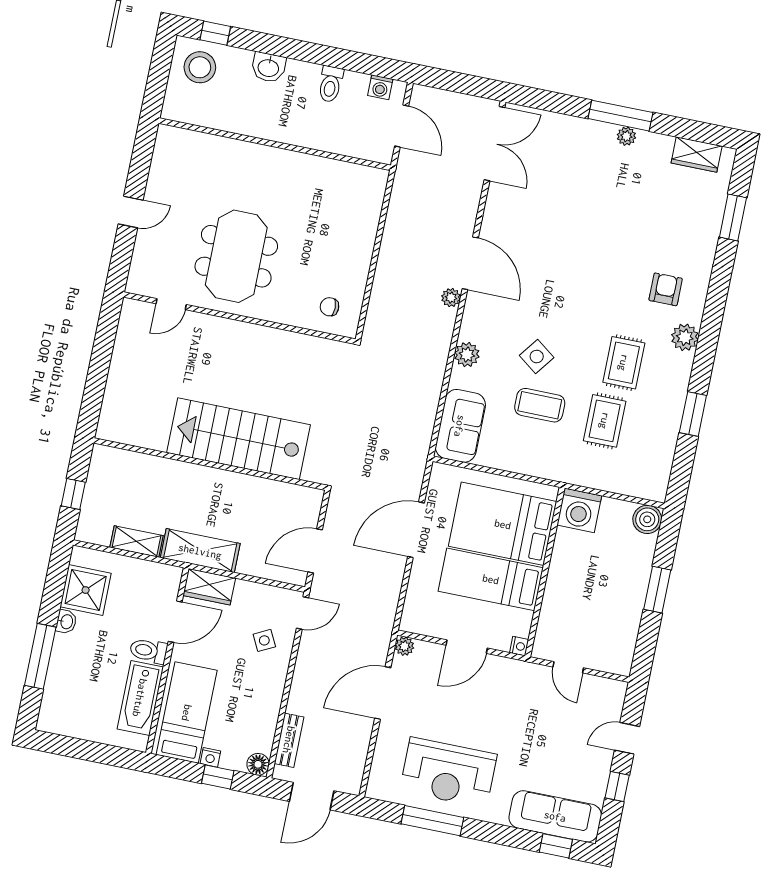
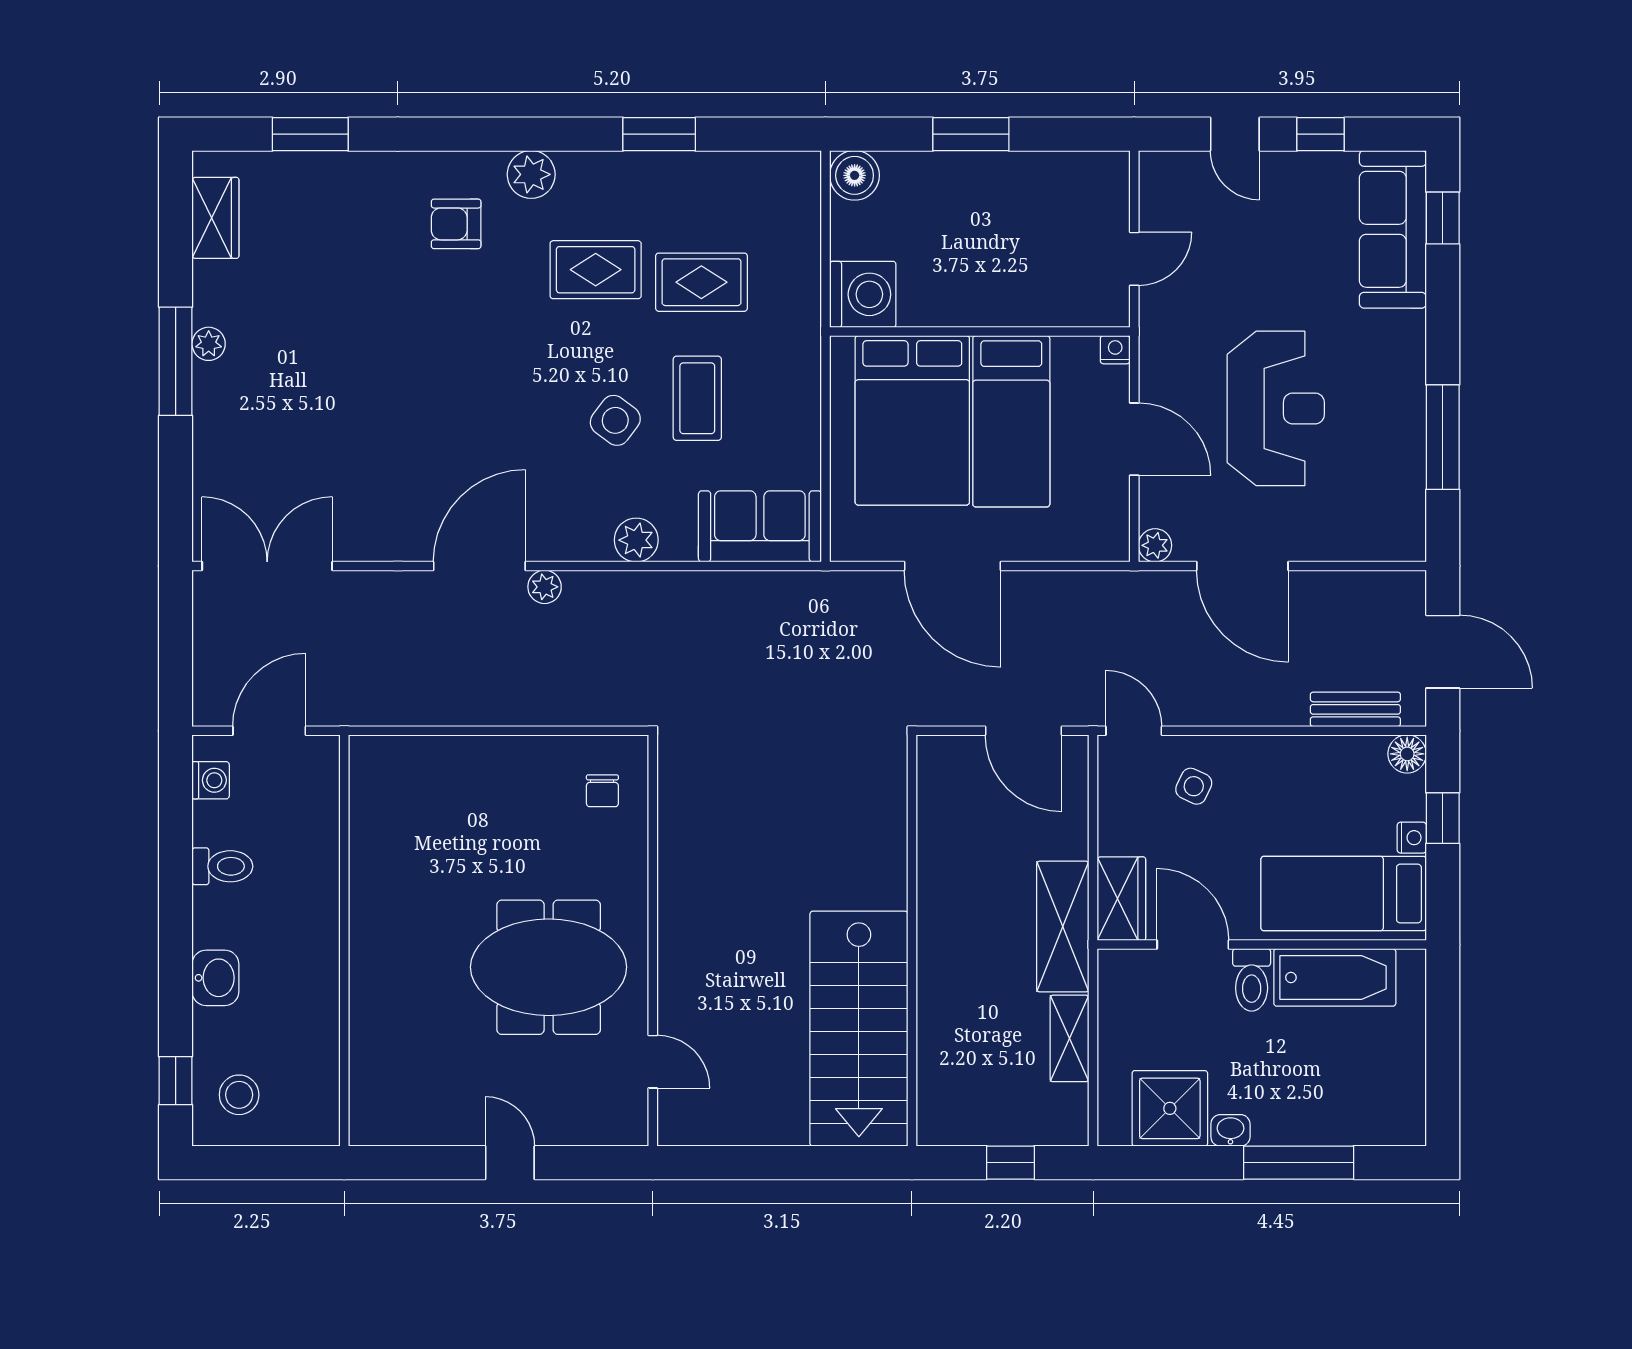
stool: (200, 67) -> (239, 1095), width x0.73, depth x0.73
stairs: (238, 439) -> (859, 1029), moved
side table: (264, 640) -> (1194, 786), turned -38
reception desk: (448, 773) -> (1276, 408), moved

